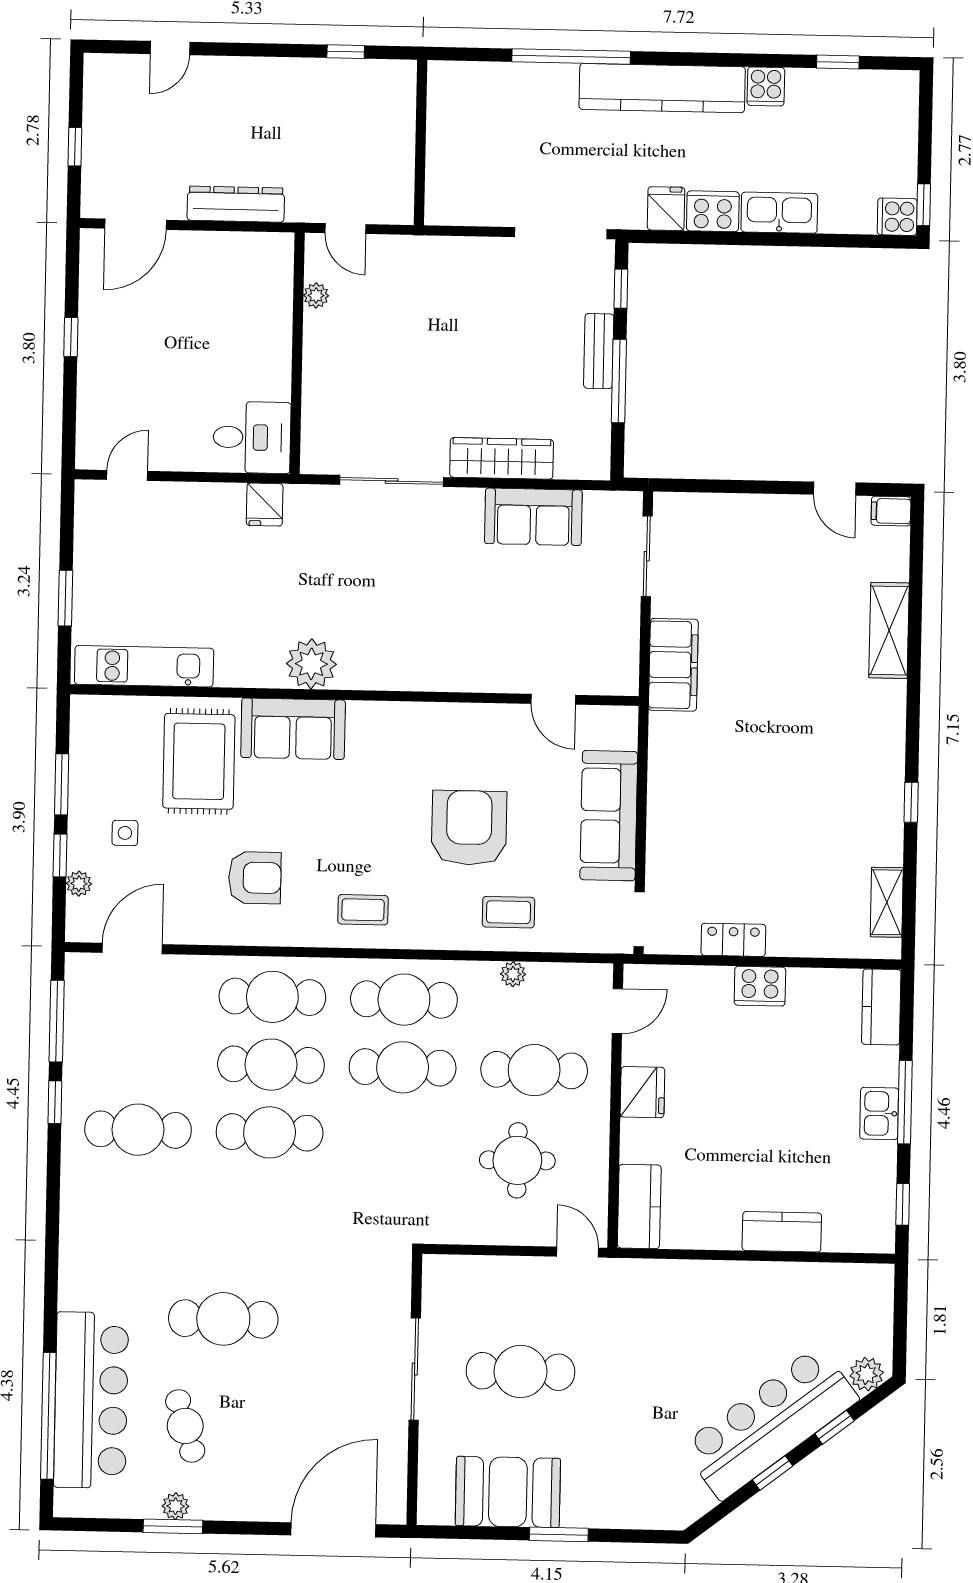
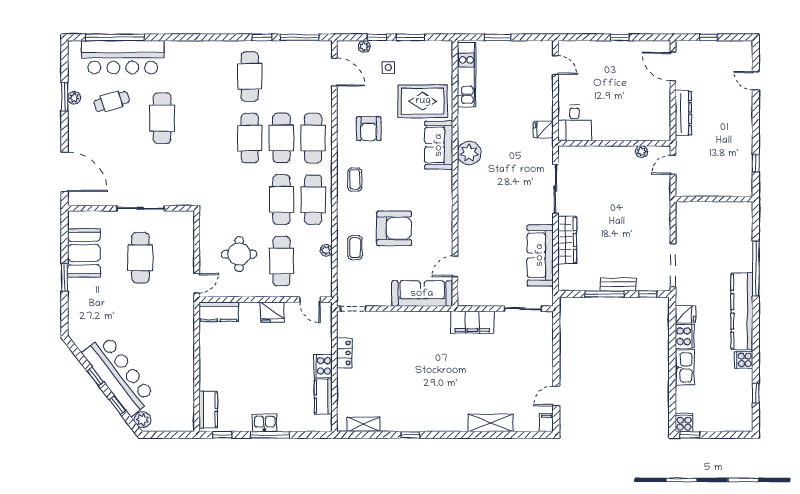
sofa: (533, 517) -> (540, 255), width x1.36
sofa: (609, 816) -> (422, 294), moved
kitchen counter: (881, 1007) -> (323, 397), moved, turned -90
kitchen counter: (782, 1232) -> (208, 410), moved

